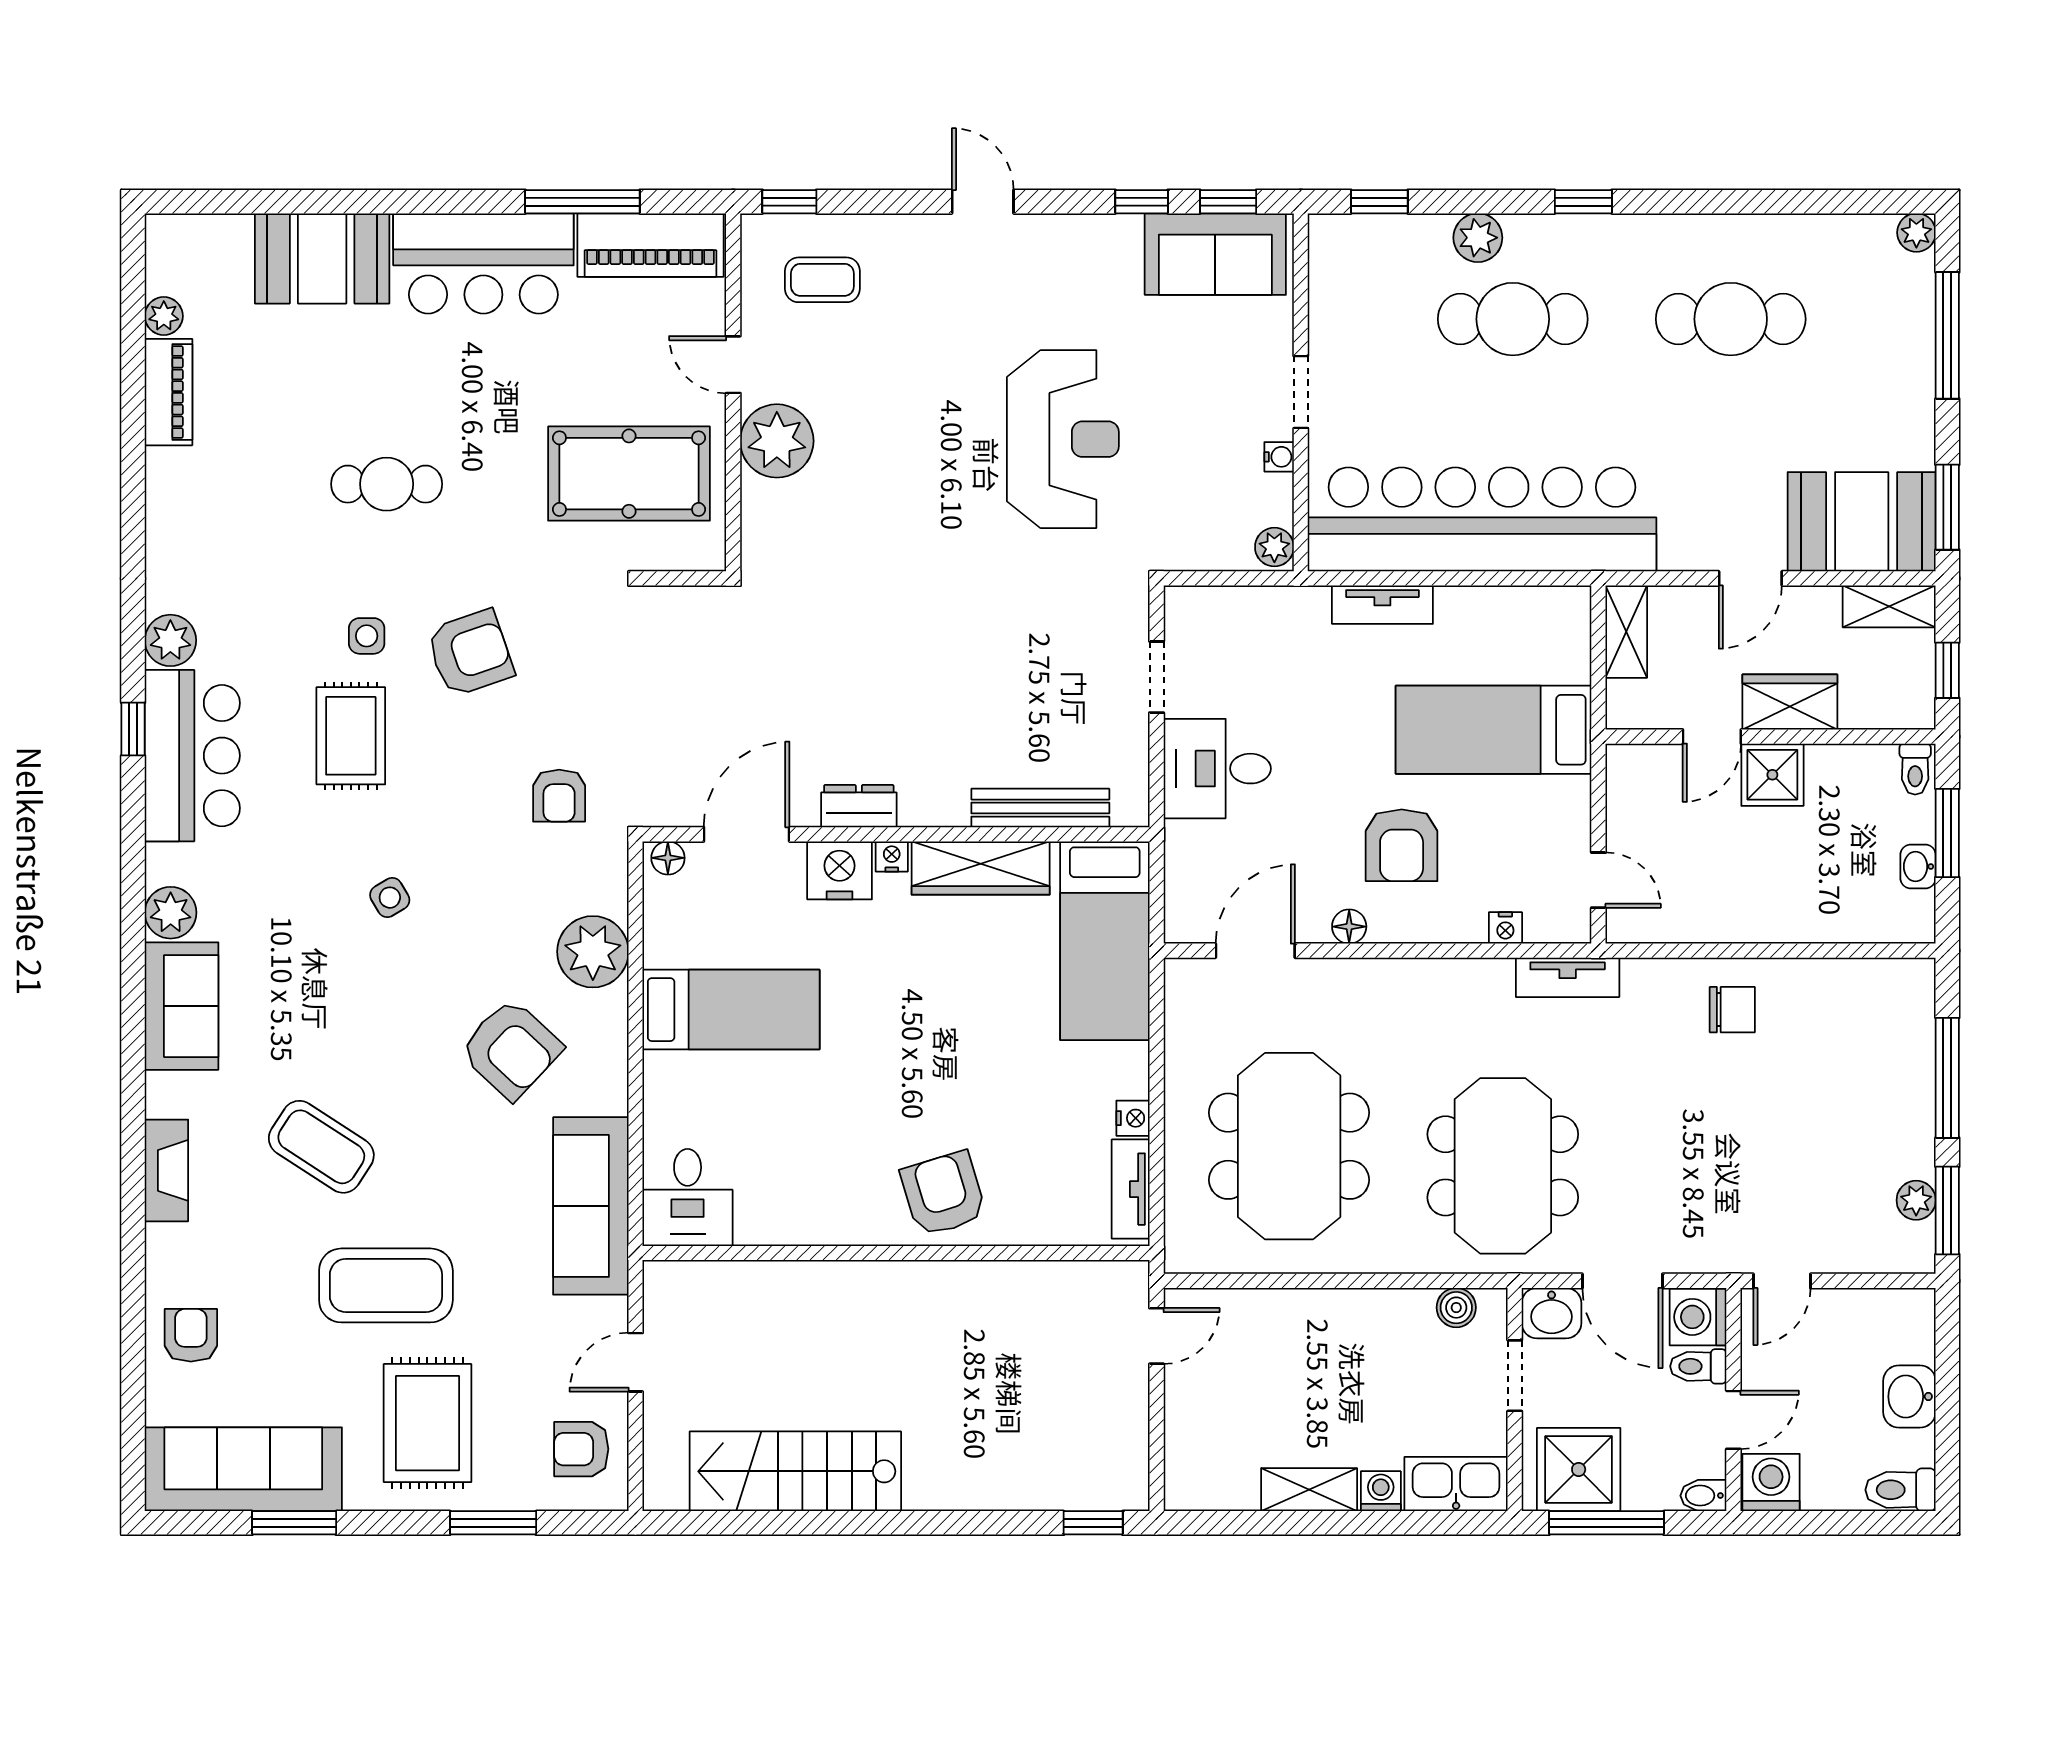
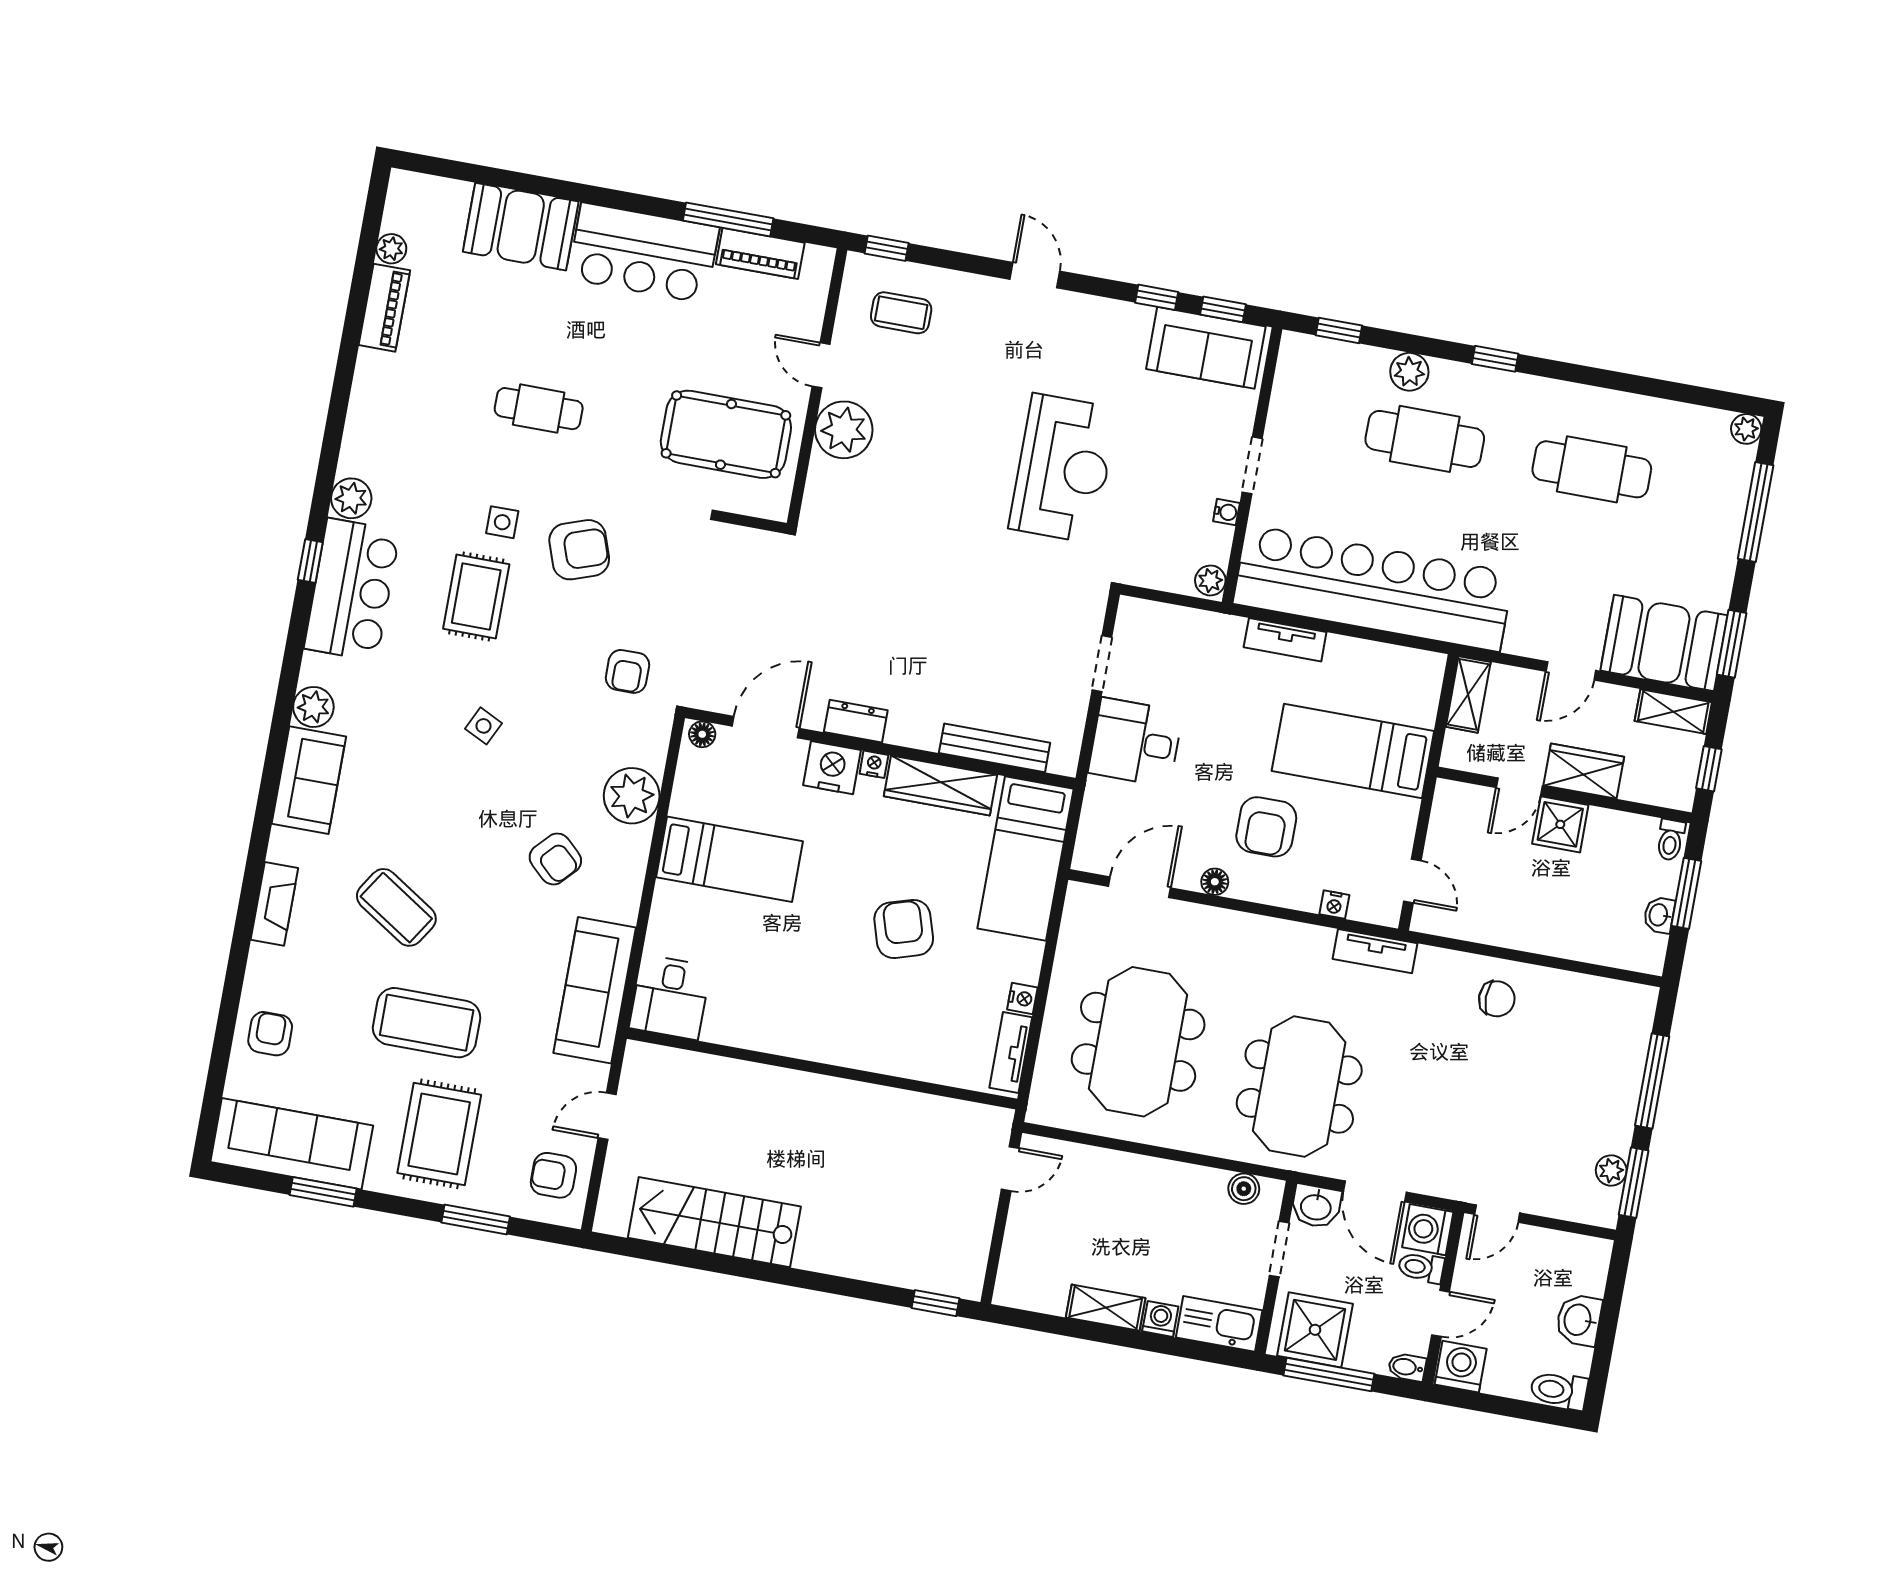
piano: (650, 245) -> (760, 253), width x0.73, depth x0.75
side table: (390, 898) -> (484, 726), turned -33
armchair: (511, 1049) -> (555, 859), width x0.72, depth x0.72
armchair: (943, 1194) -> (904, 929), moved

